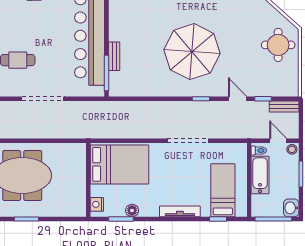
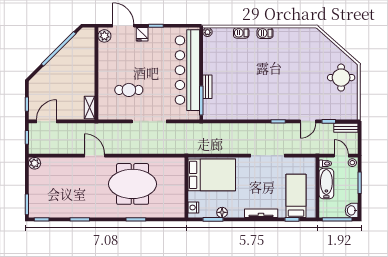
parasol: (192, 52) -> (271, 83), removed
door: (238, 99) -> (308, 121), swing flipped

